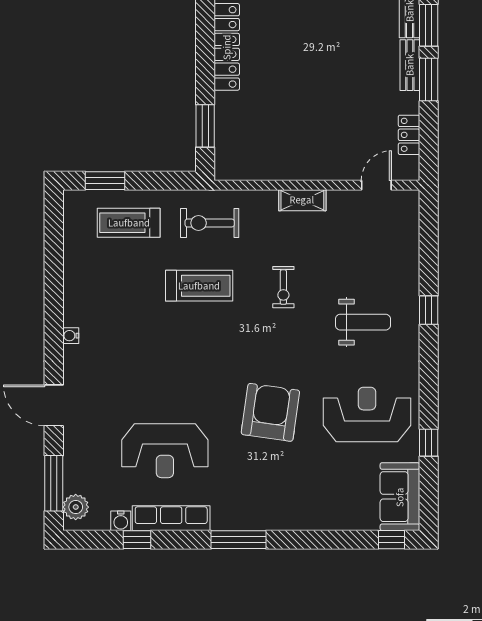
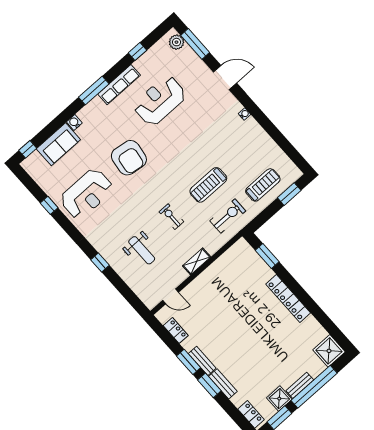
door: (376, 185) -> (171, 296), hinge flipped
weight bench: (363, 322) -> (142, 250), moved, turned -90
sofa: (400, 497) -> (58, 144), moved, turned 90
row of seats: (171, 518) -> (119, 85), moved
water cooler: (121, 521) -> (74, 122), moved

